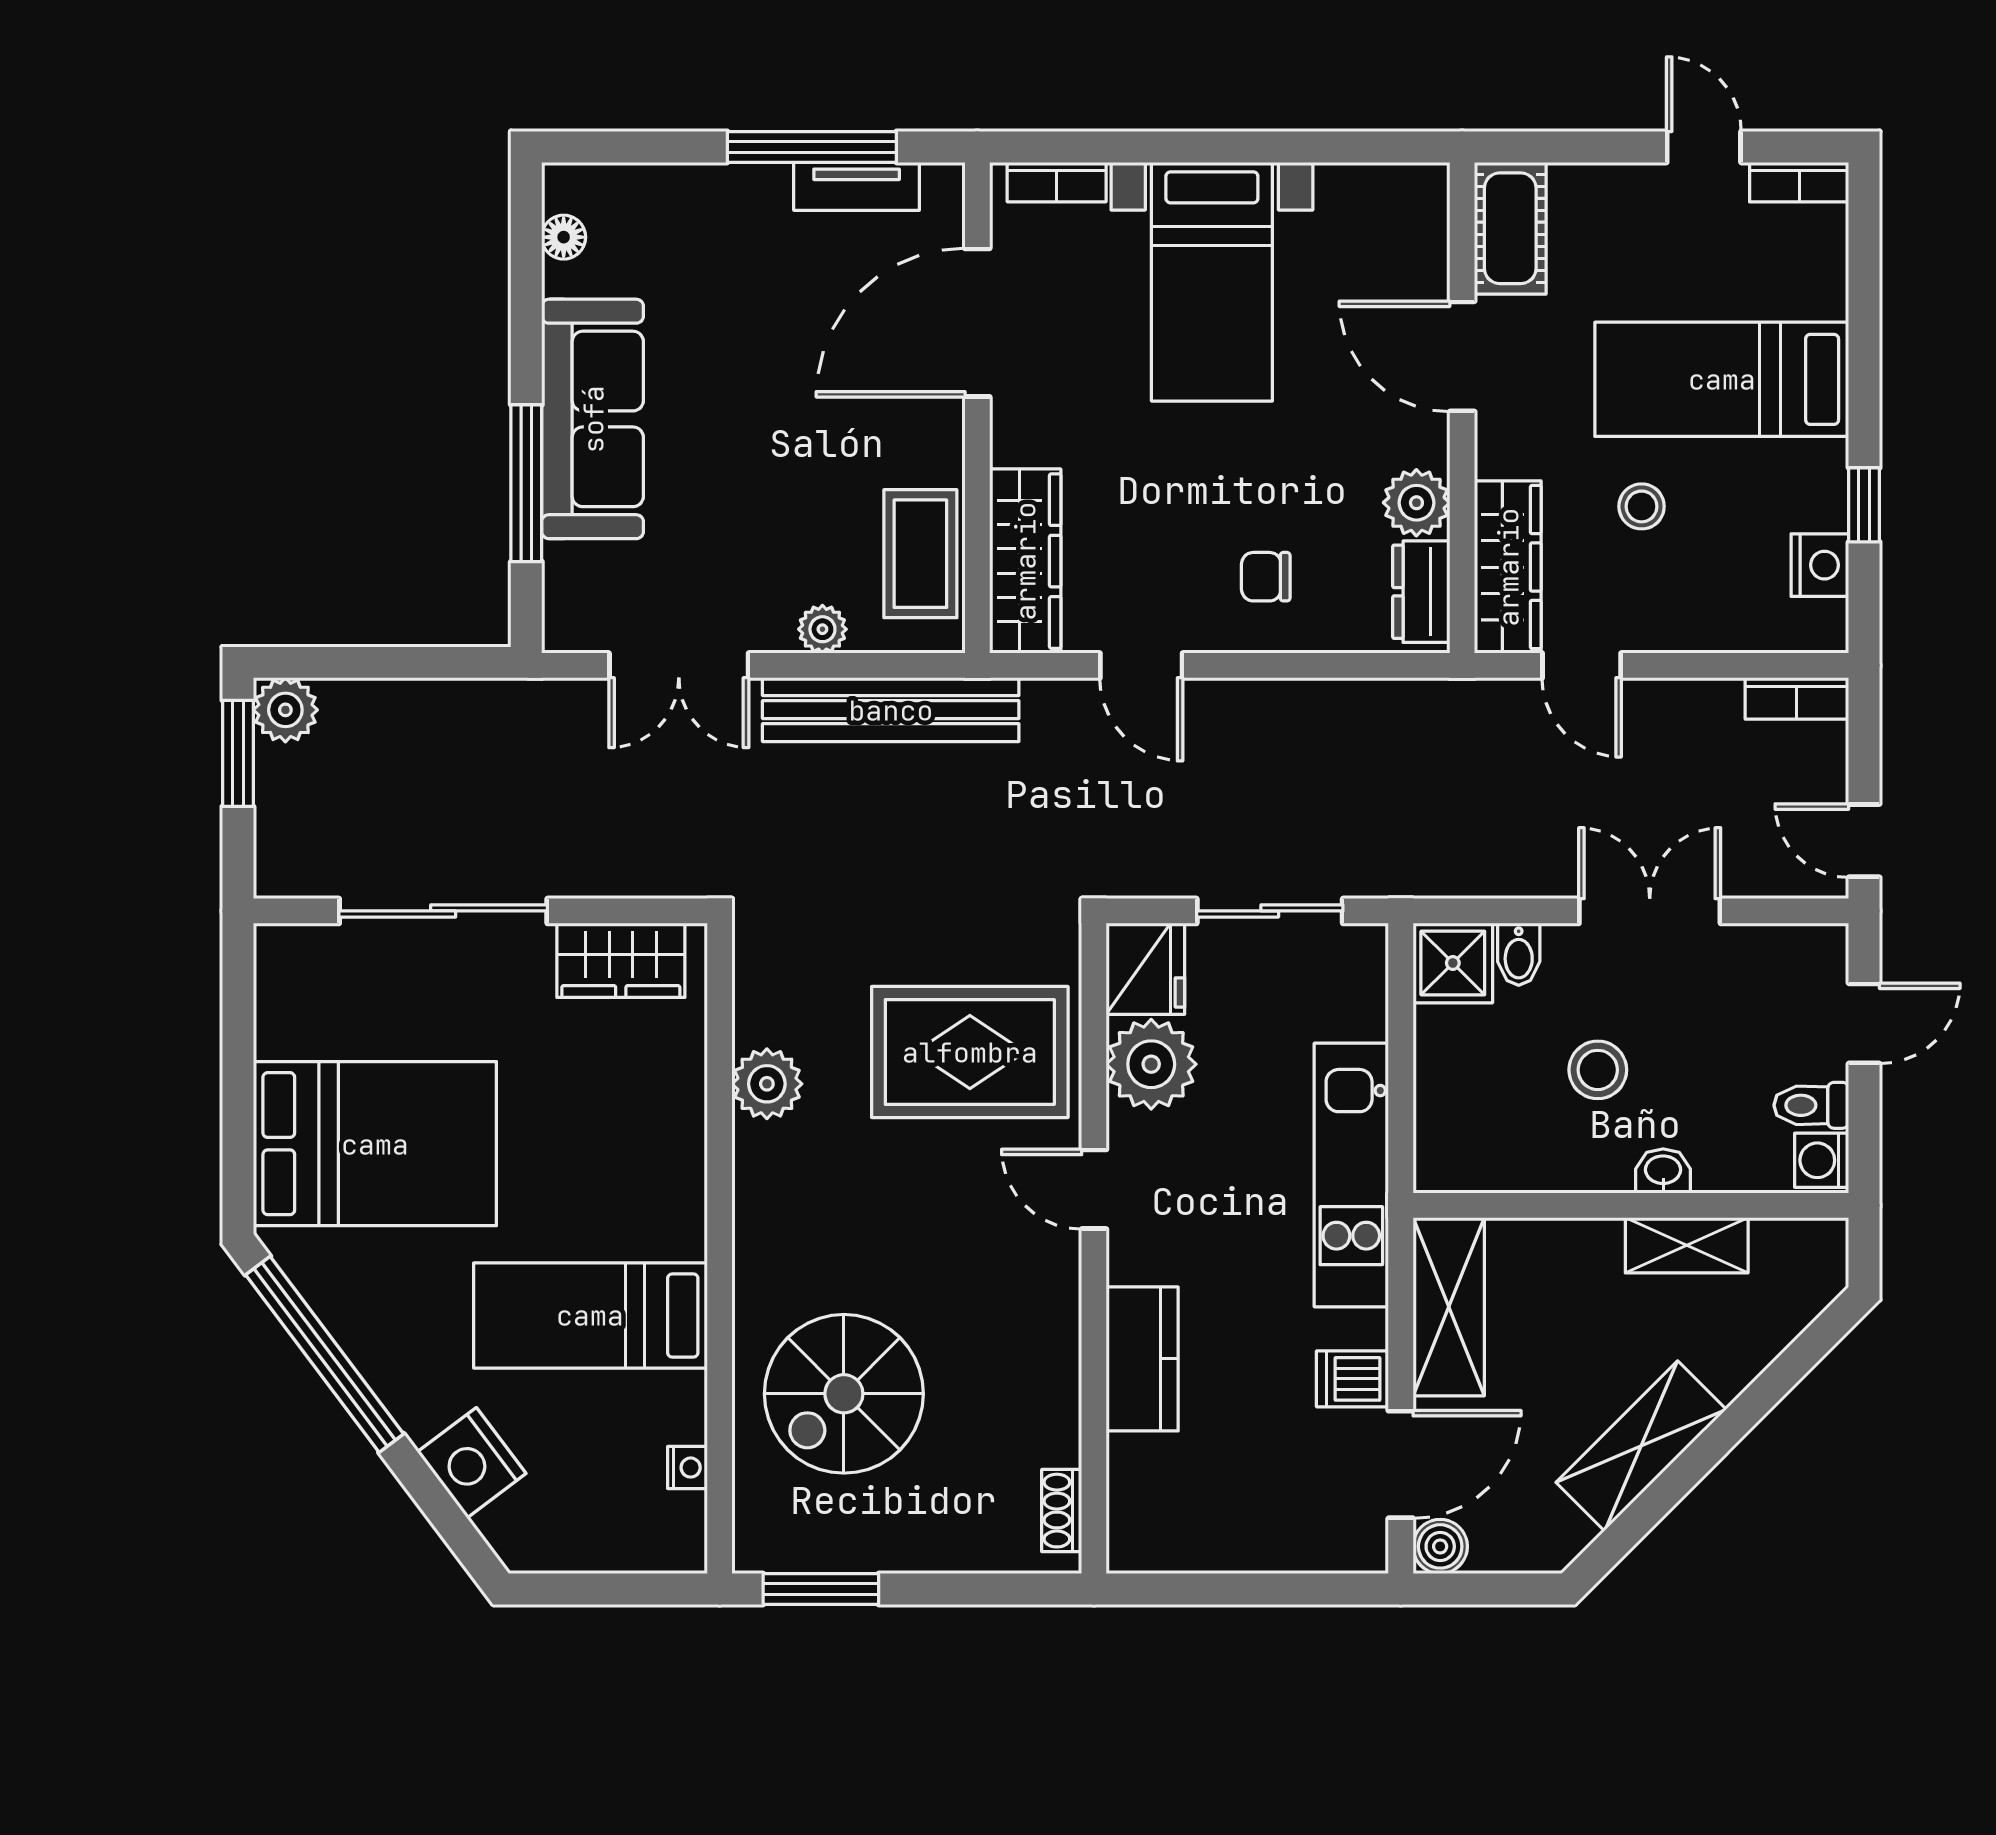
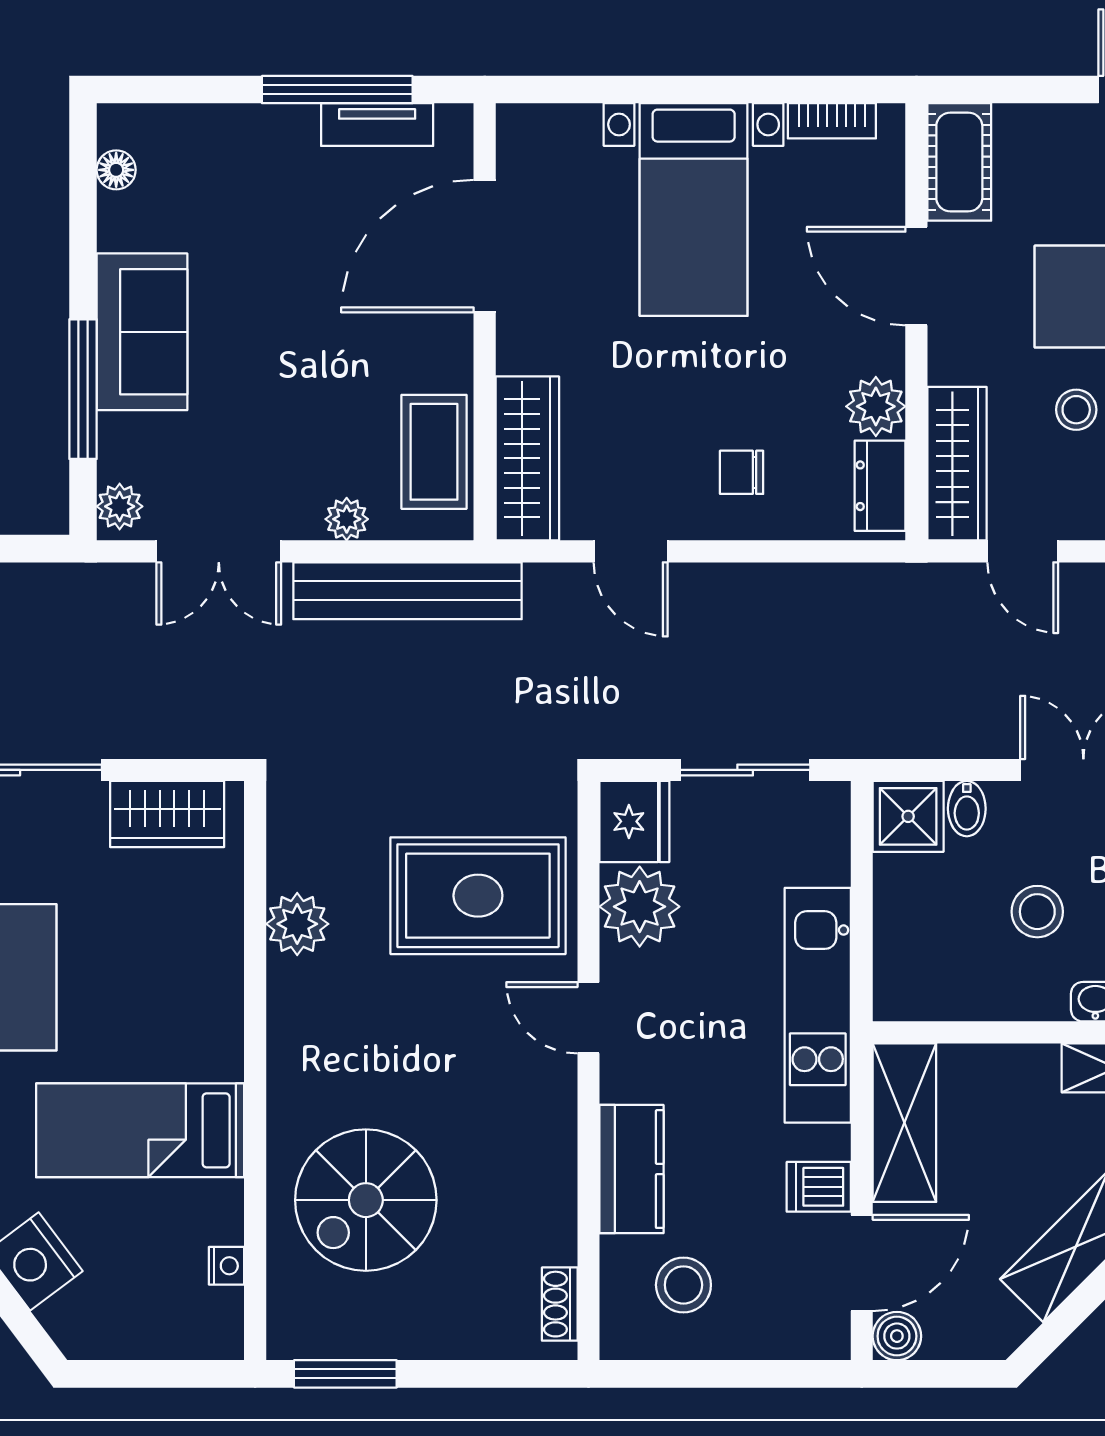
bookcase: (1057, 182) -> (832, 121), moved
sofa: (593, 419) -> (142, 332), width x0.73
plant: (567, 615) -> (120, 506), added
stool: (1201, 1489) -> (683, 1285), added

